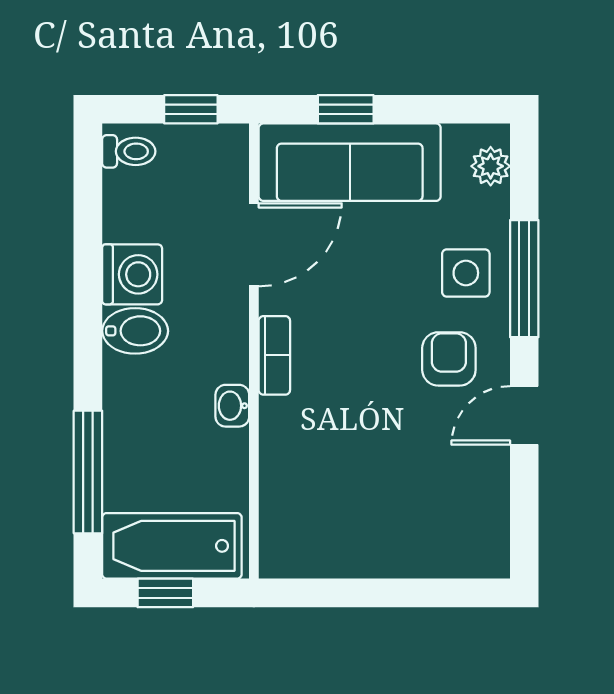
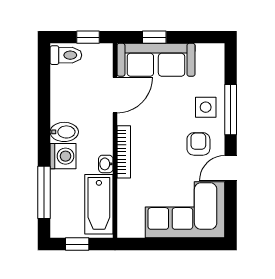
toilet: (129, 151) -> (66, 55), width x1.37, depth x1.39
plant: (491, 166) -> (216, 61), removed
washing machine: (132, 274) -> (63, 156), moved
bookcase: (274, 355) -> (124, 152), width x1.56
corner sofa: (418, 513) -> (185, 210), added
bathtub: (172, 546) -> (99, 204), moved, turned -90

